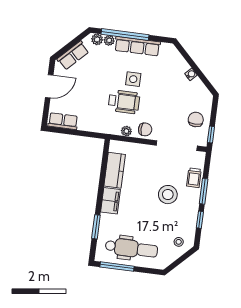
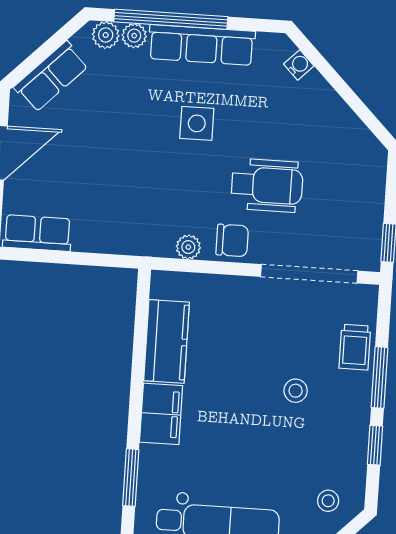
water cooler: (191, 74) -> (299, 65), moved
wheelchair: (124, 102) -> (267, 185), moved
chair: (196, 119) -> (350, 209), removed
stool: (168, 195) -> (296, 391), width x0.53, depth x0.53

